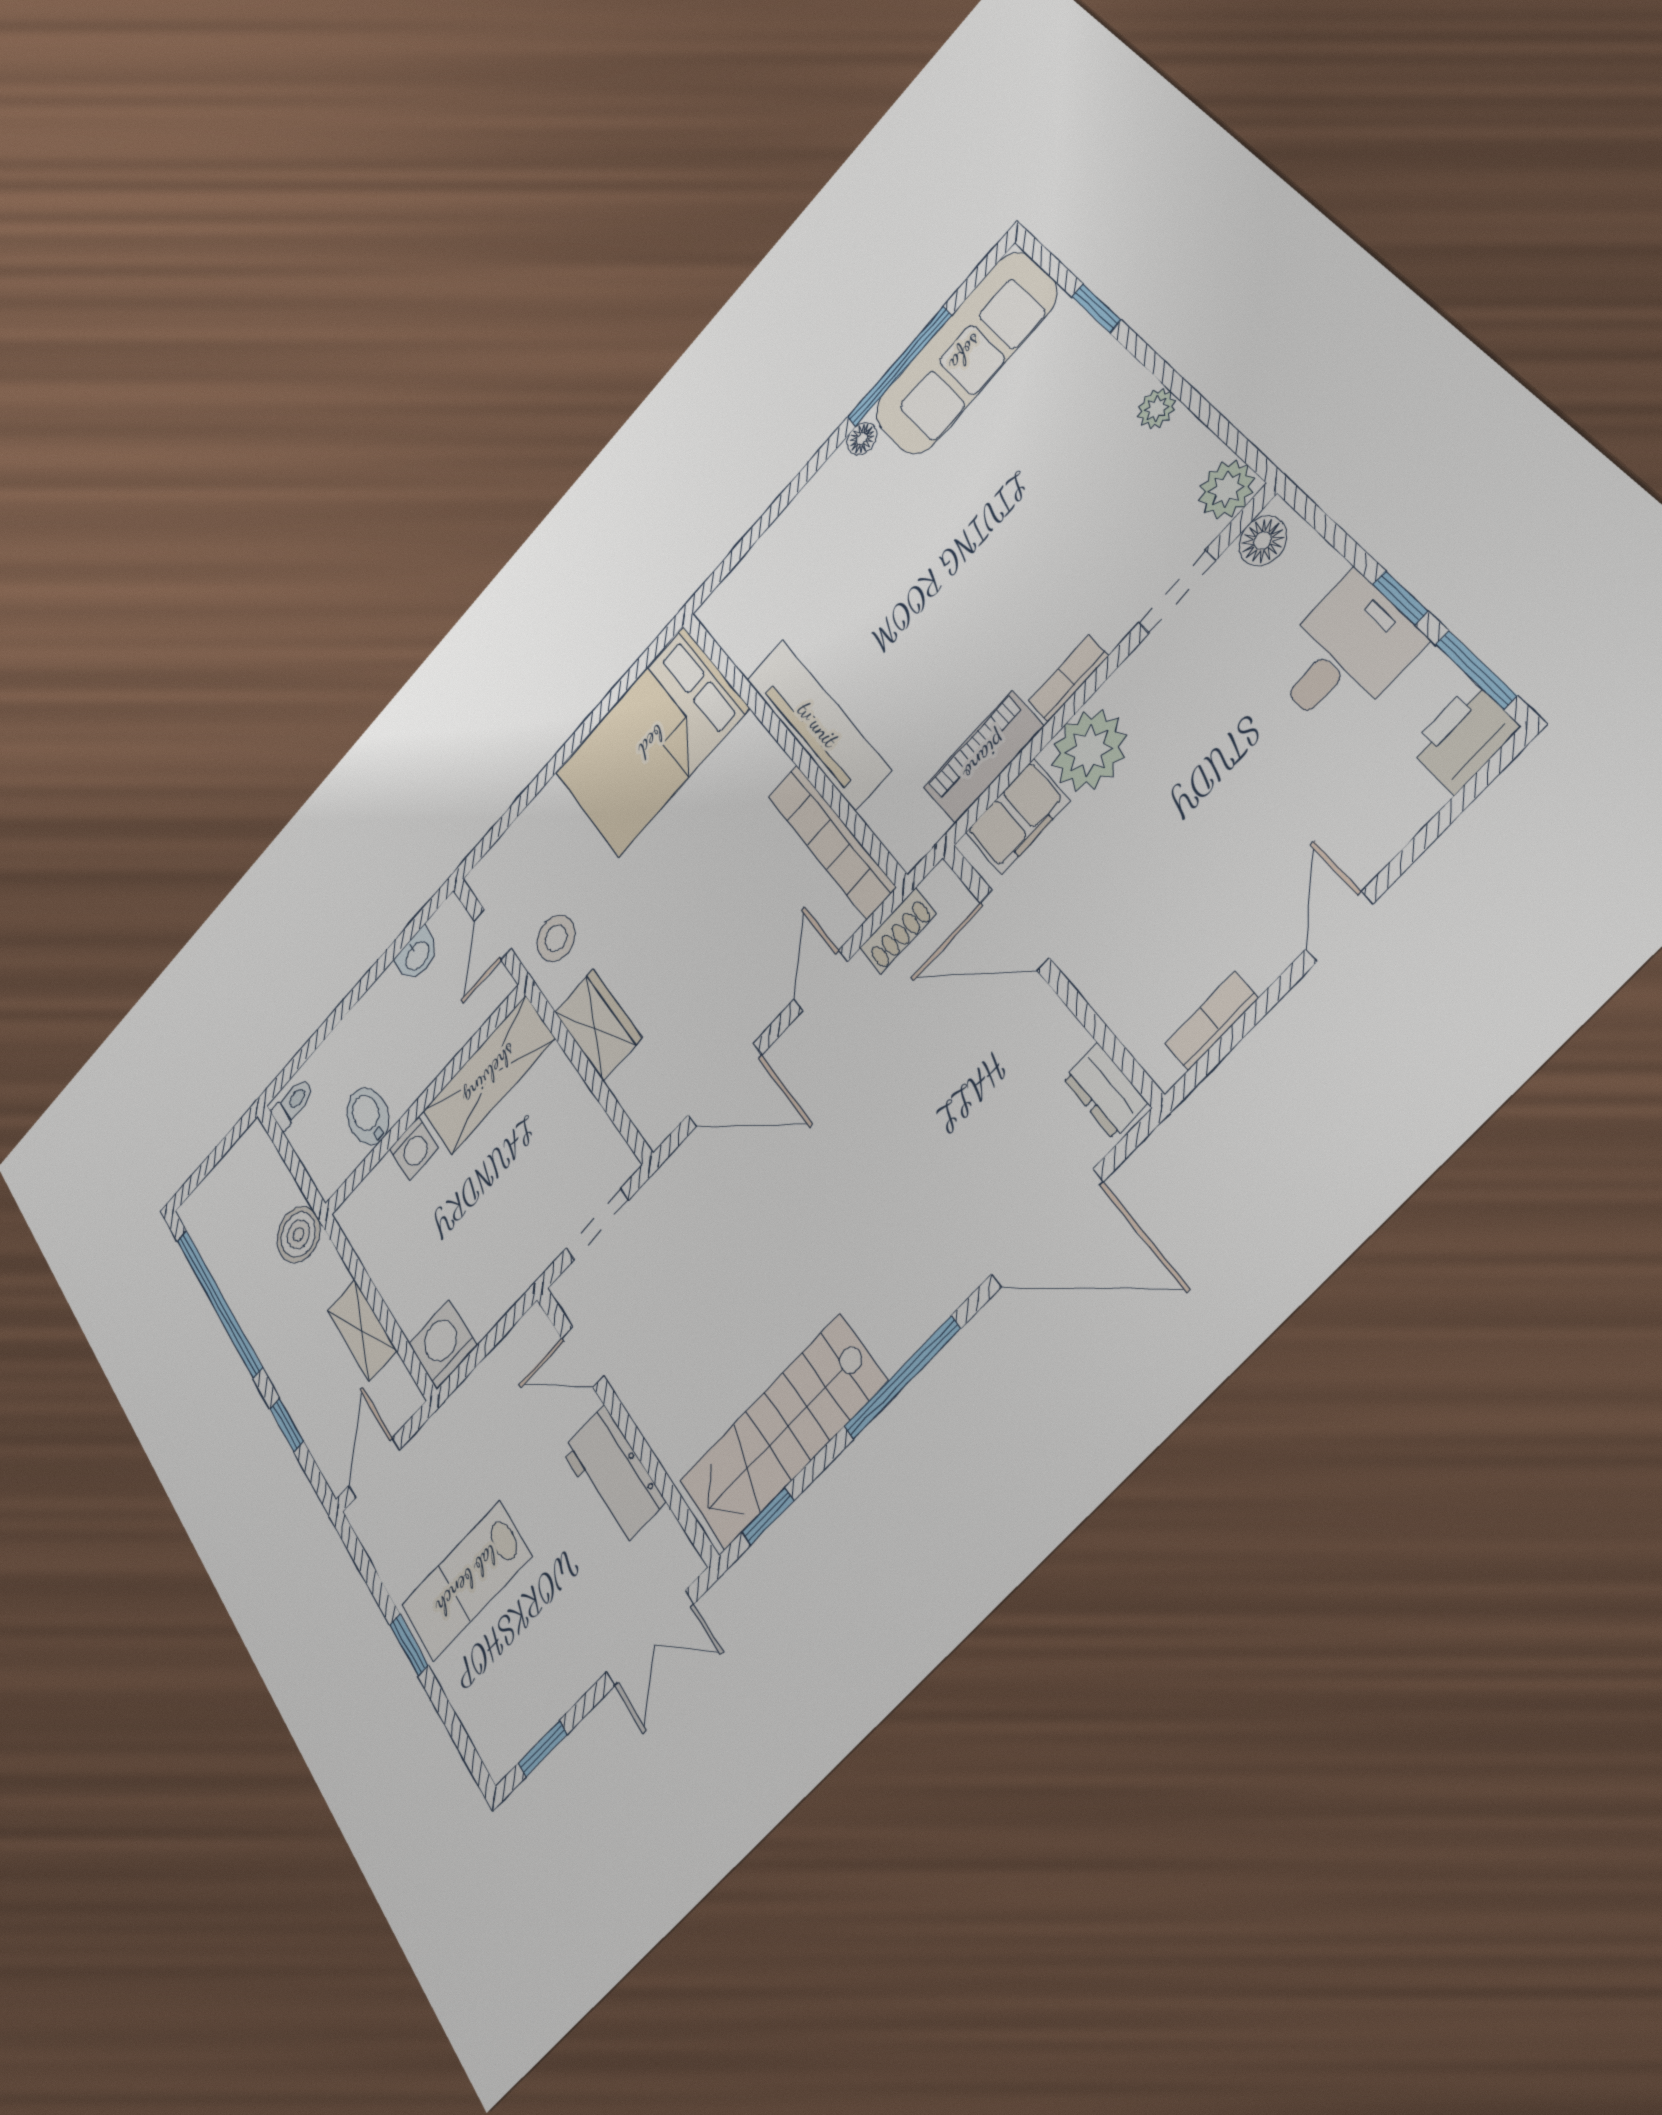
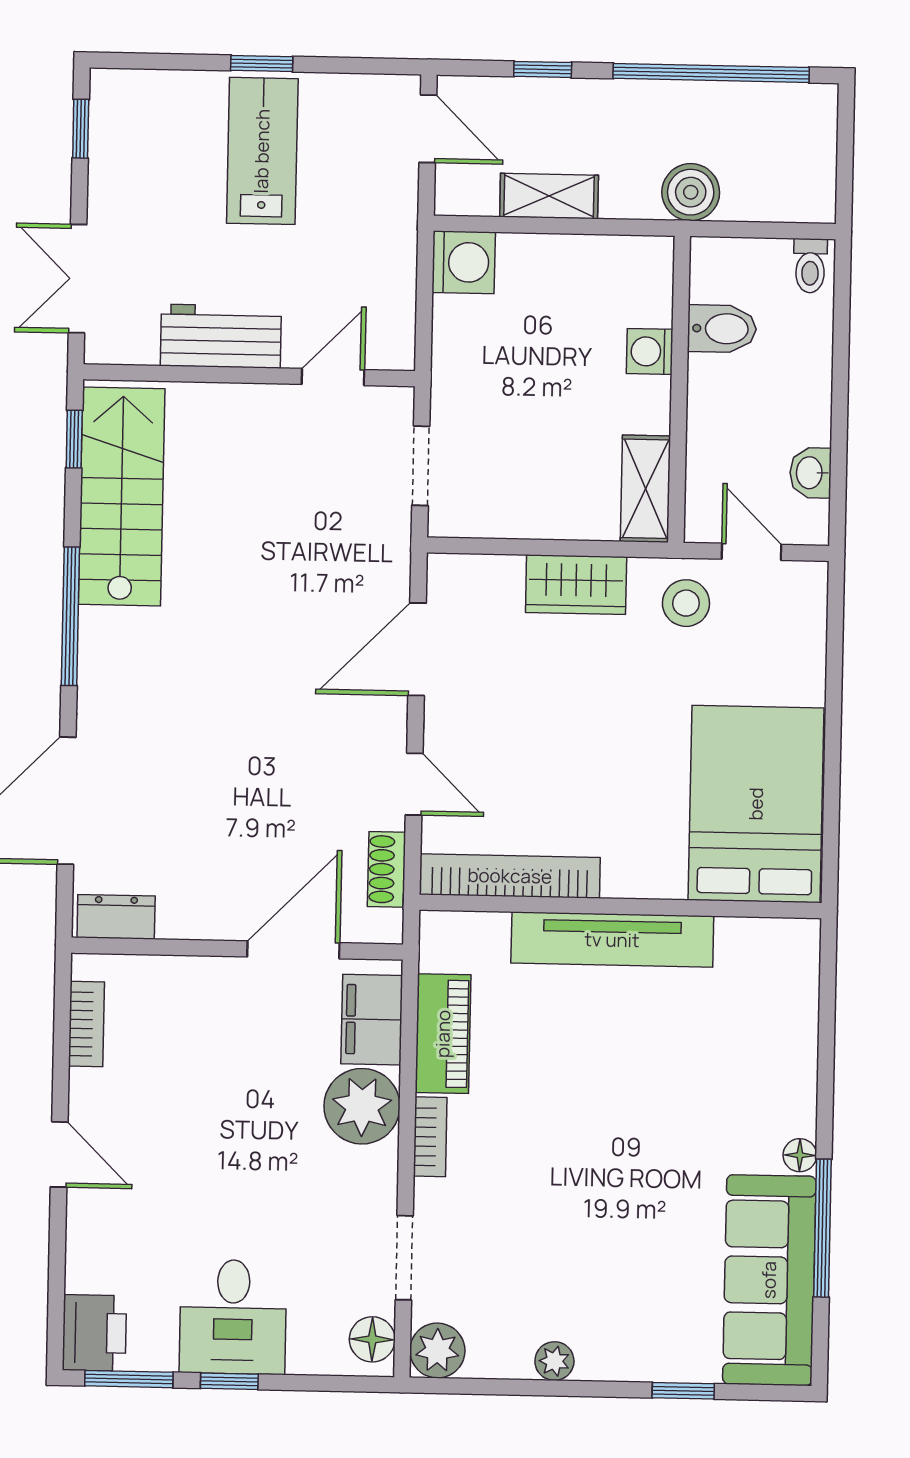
shelving: (489, 1075) -> (645, 489), width x0.67, depth x0.75

